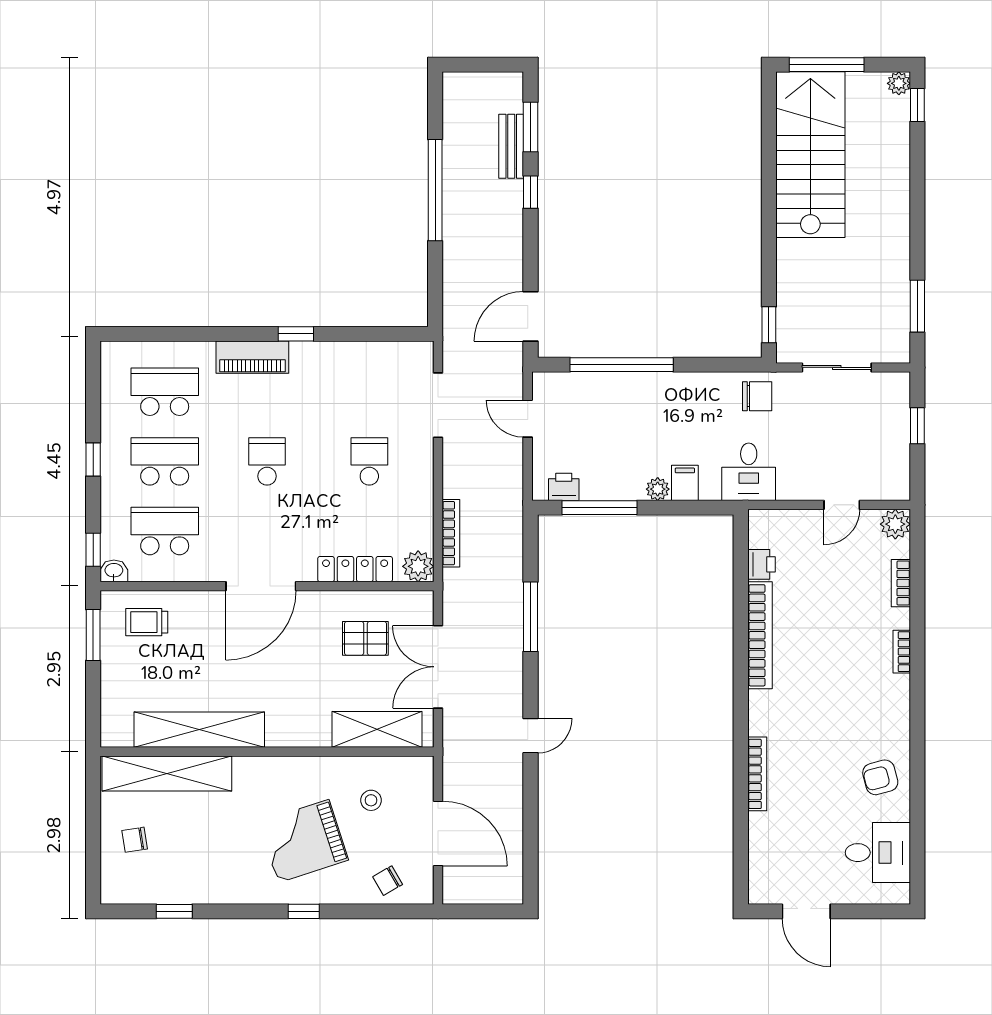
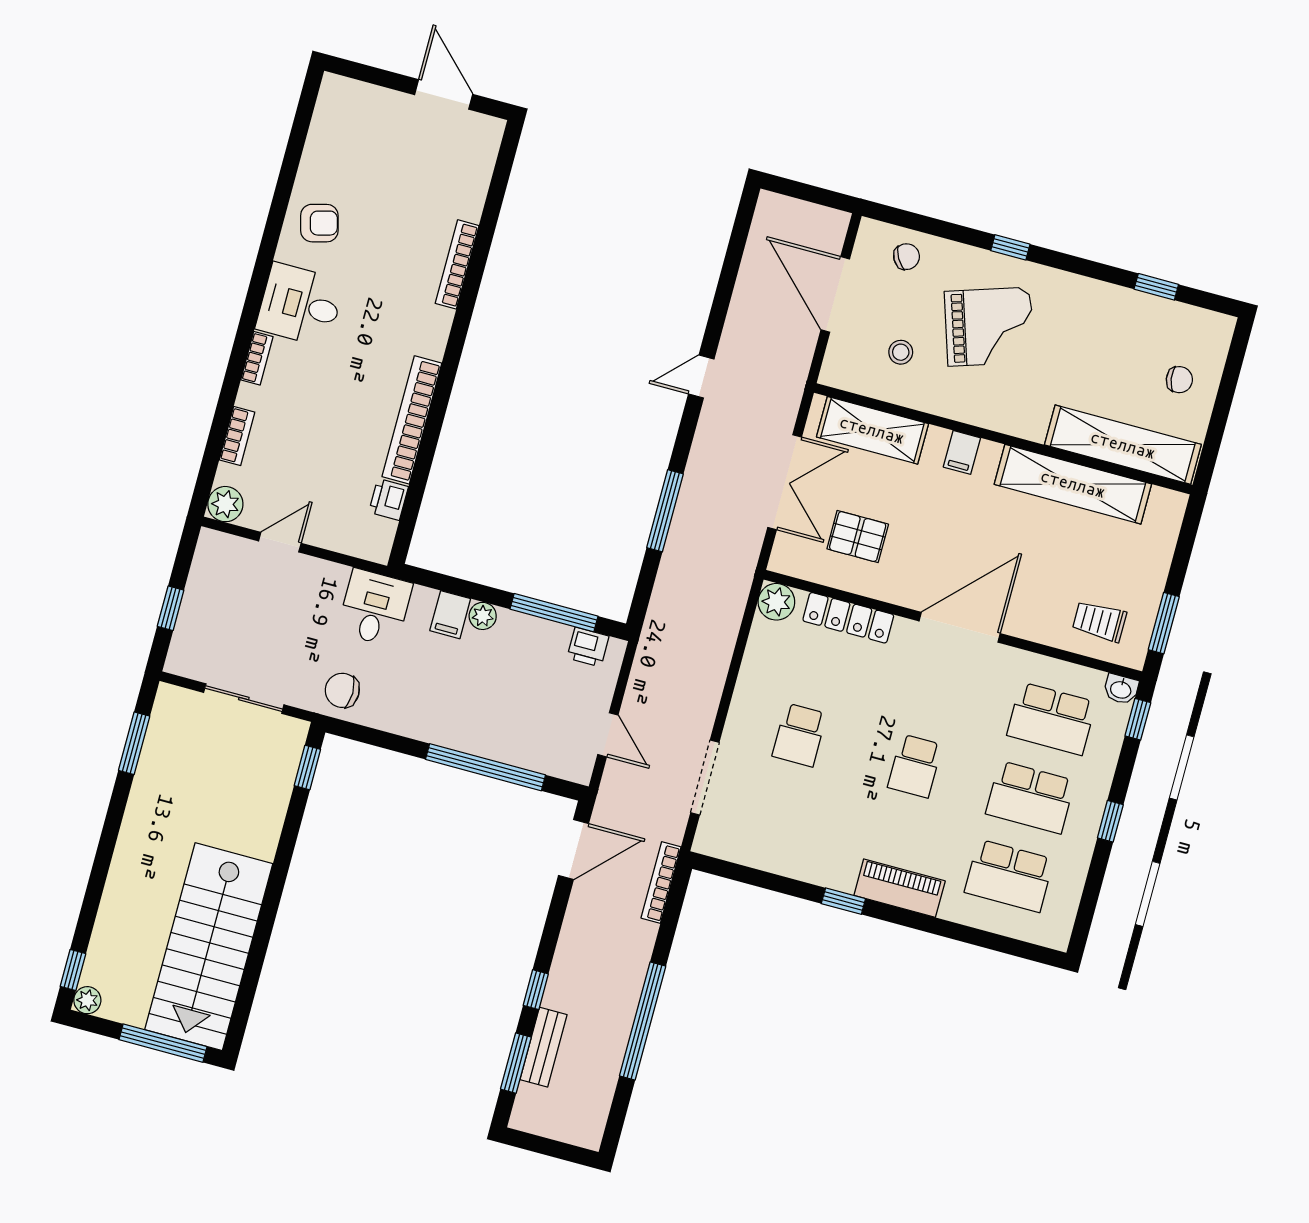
bookcase: (451, 533) -> (661, 883), moved
trolley: (147, 622) -> (1099, 621), turned 180
filing cabinet: (298, 731) -> (962, 452), added
desk: (878, 853) -> (300, 305), moved

